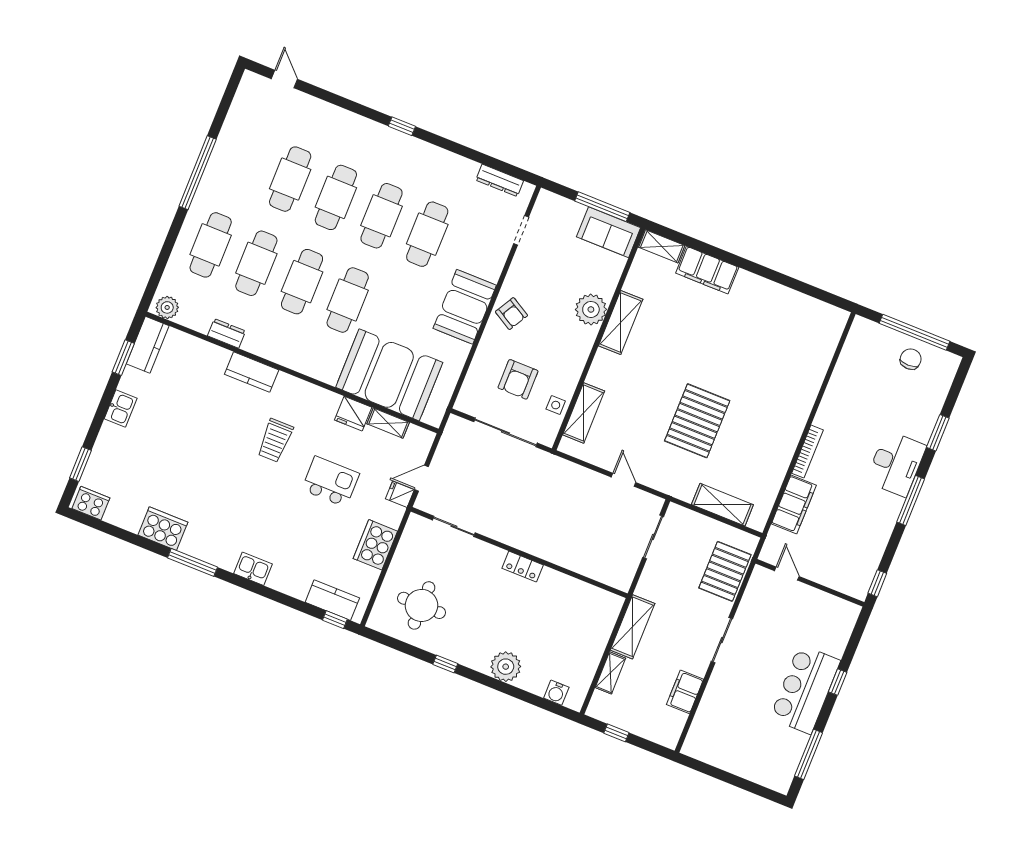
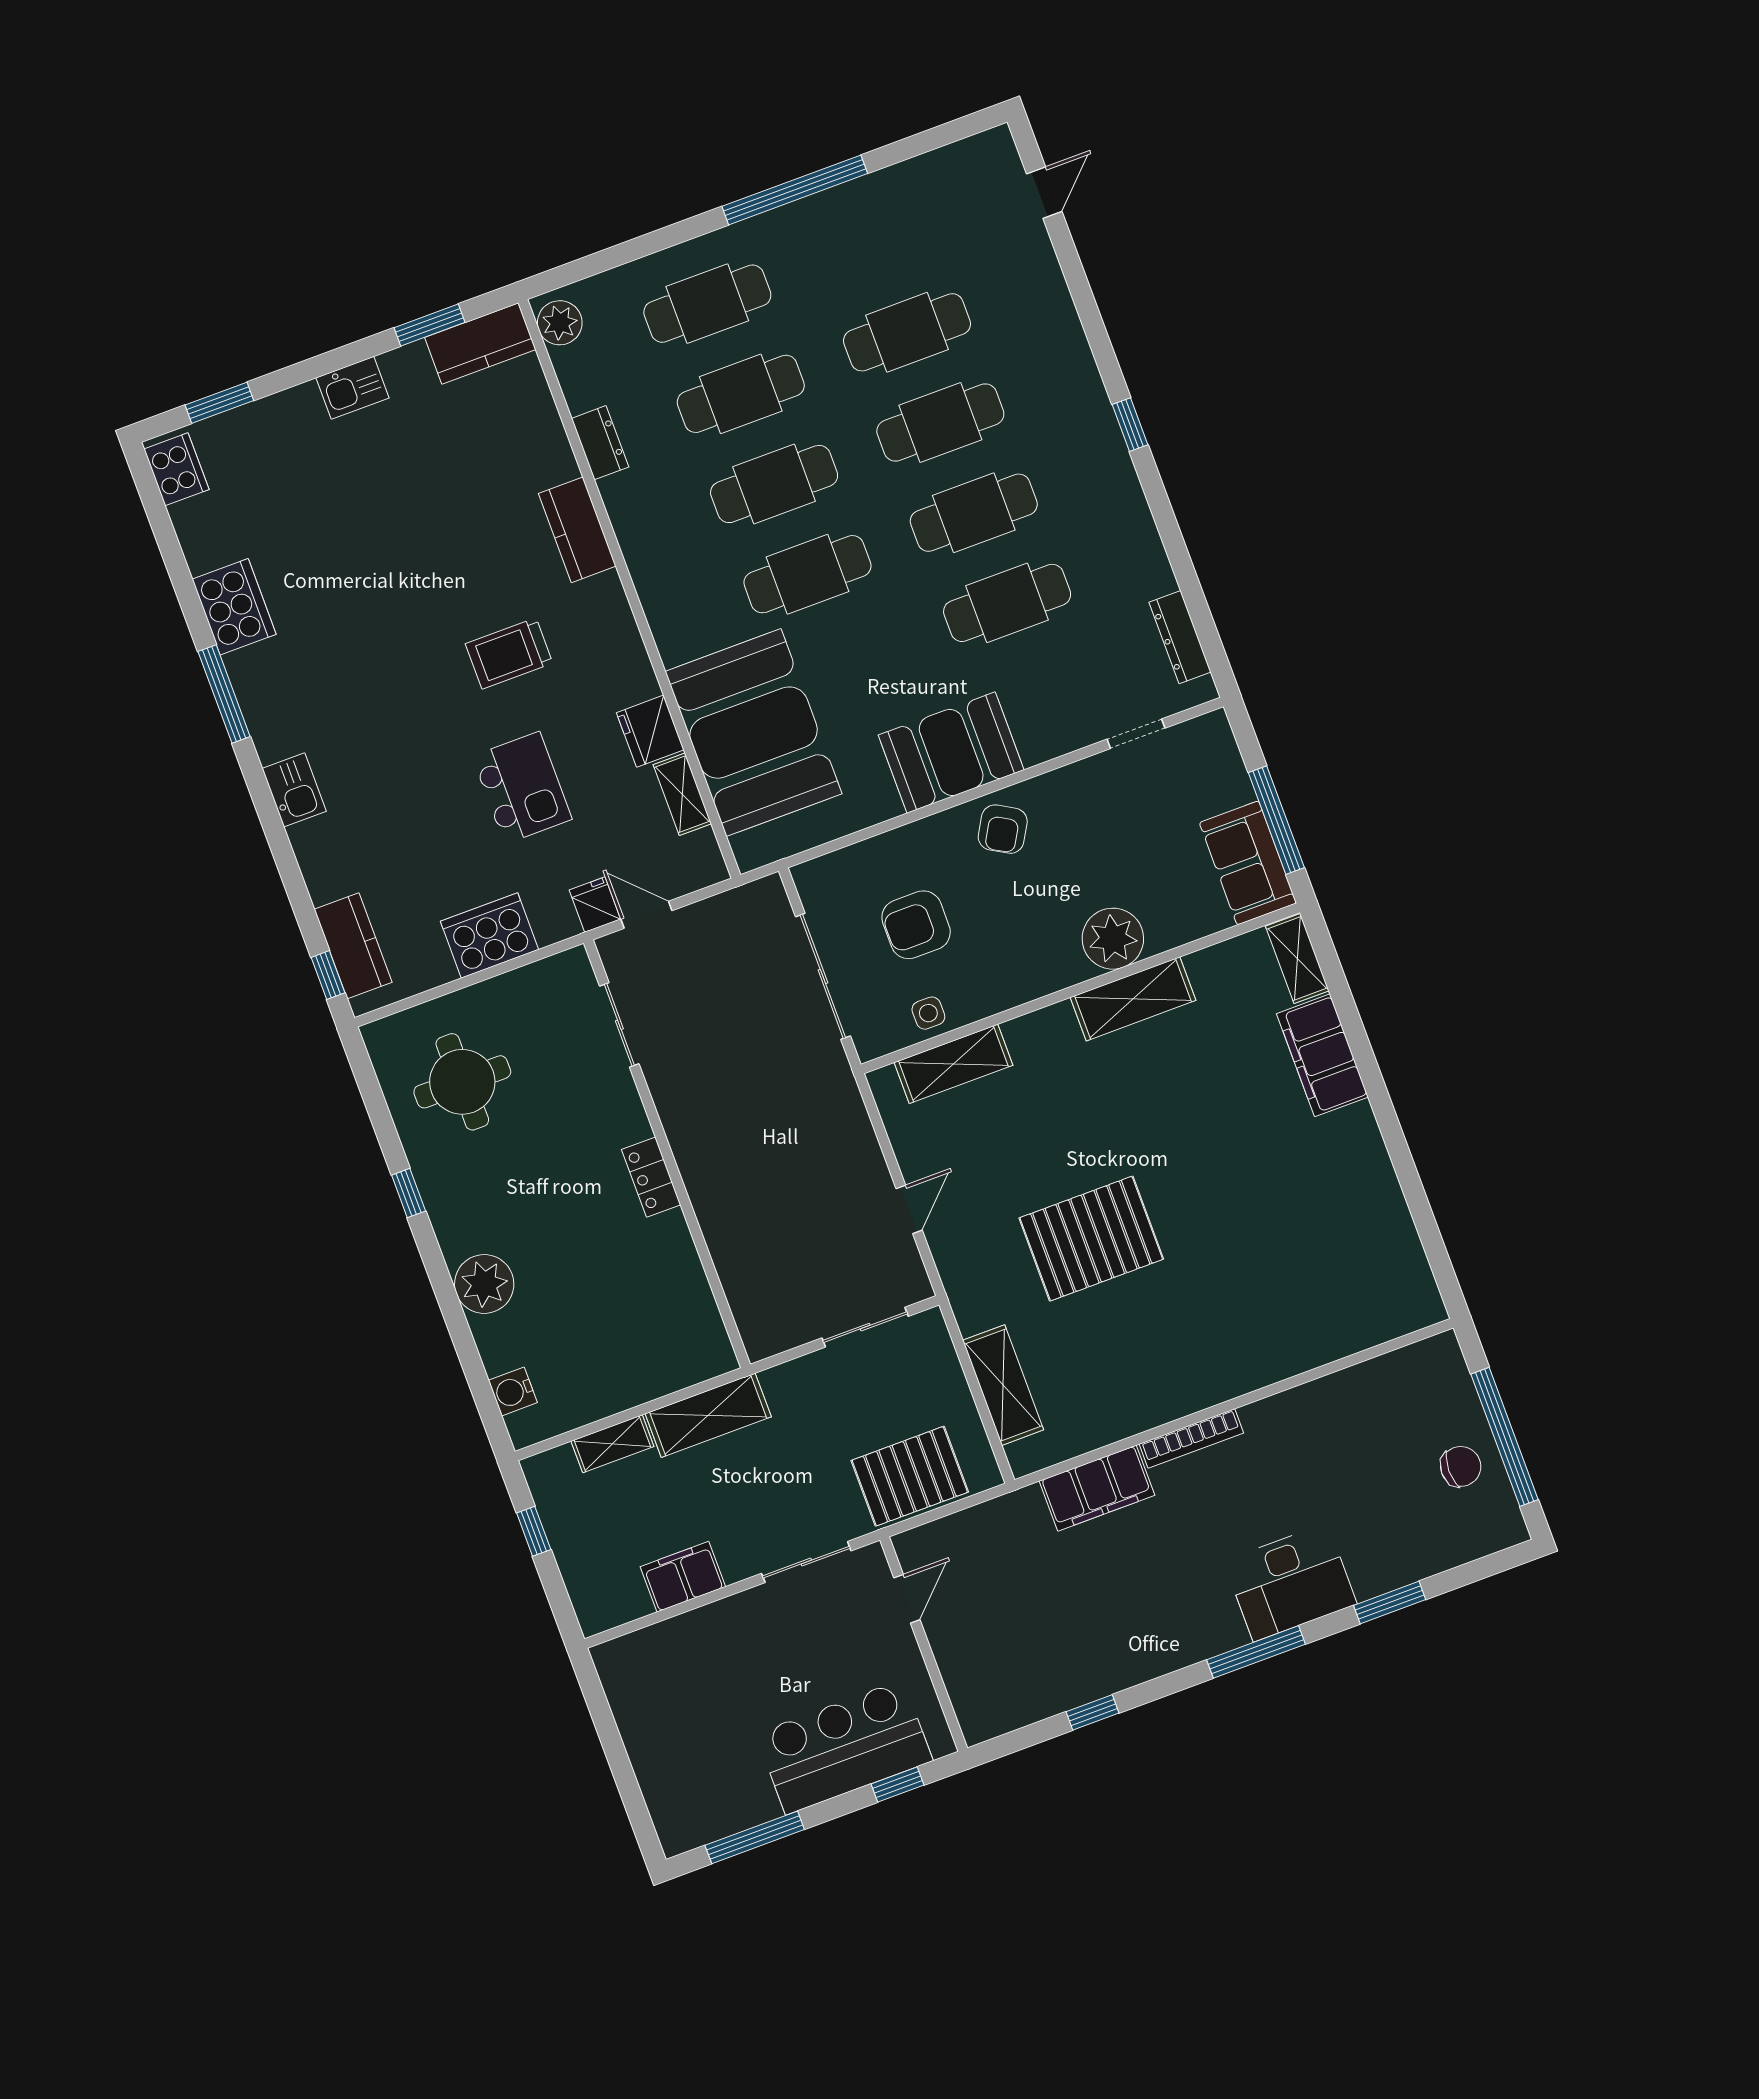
door: (787, 574) -> (907, 1599), moved
wall: (810, 583) -> (924, 1644), moved

